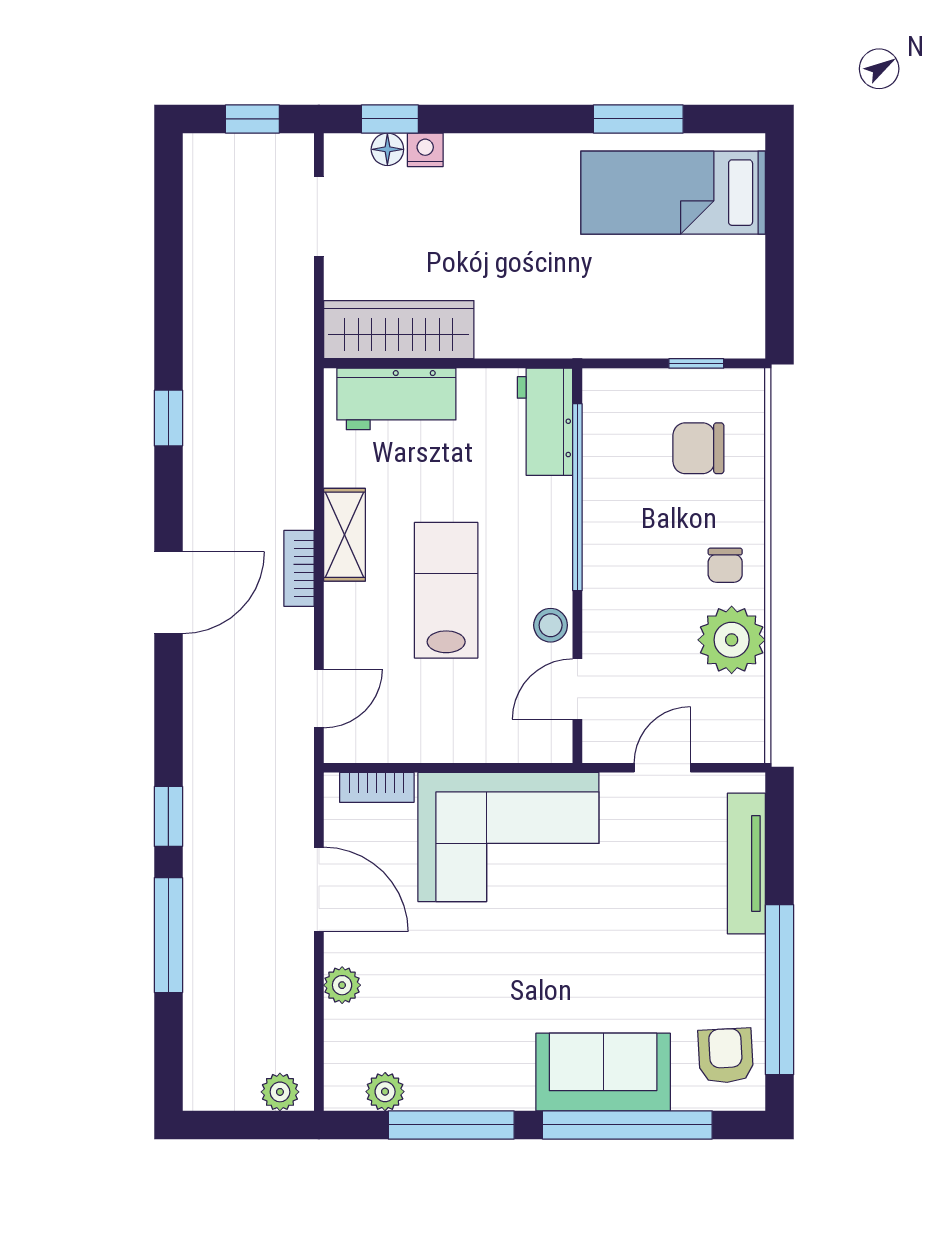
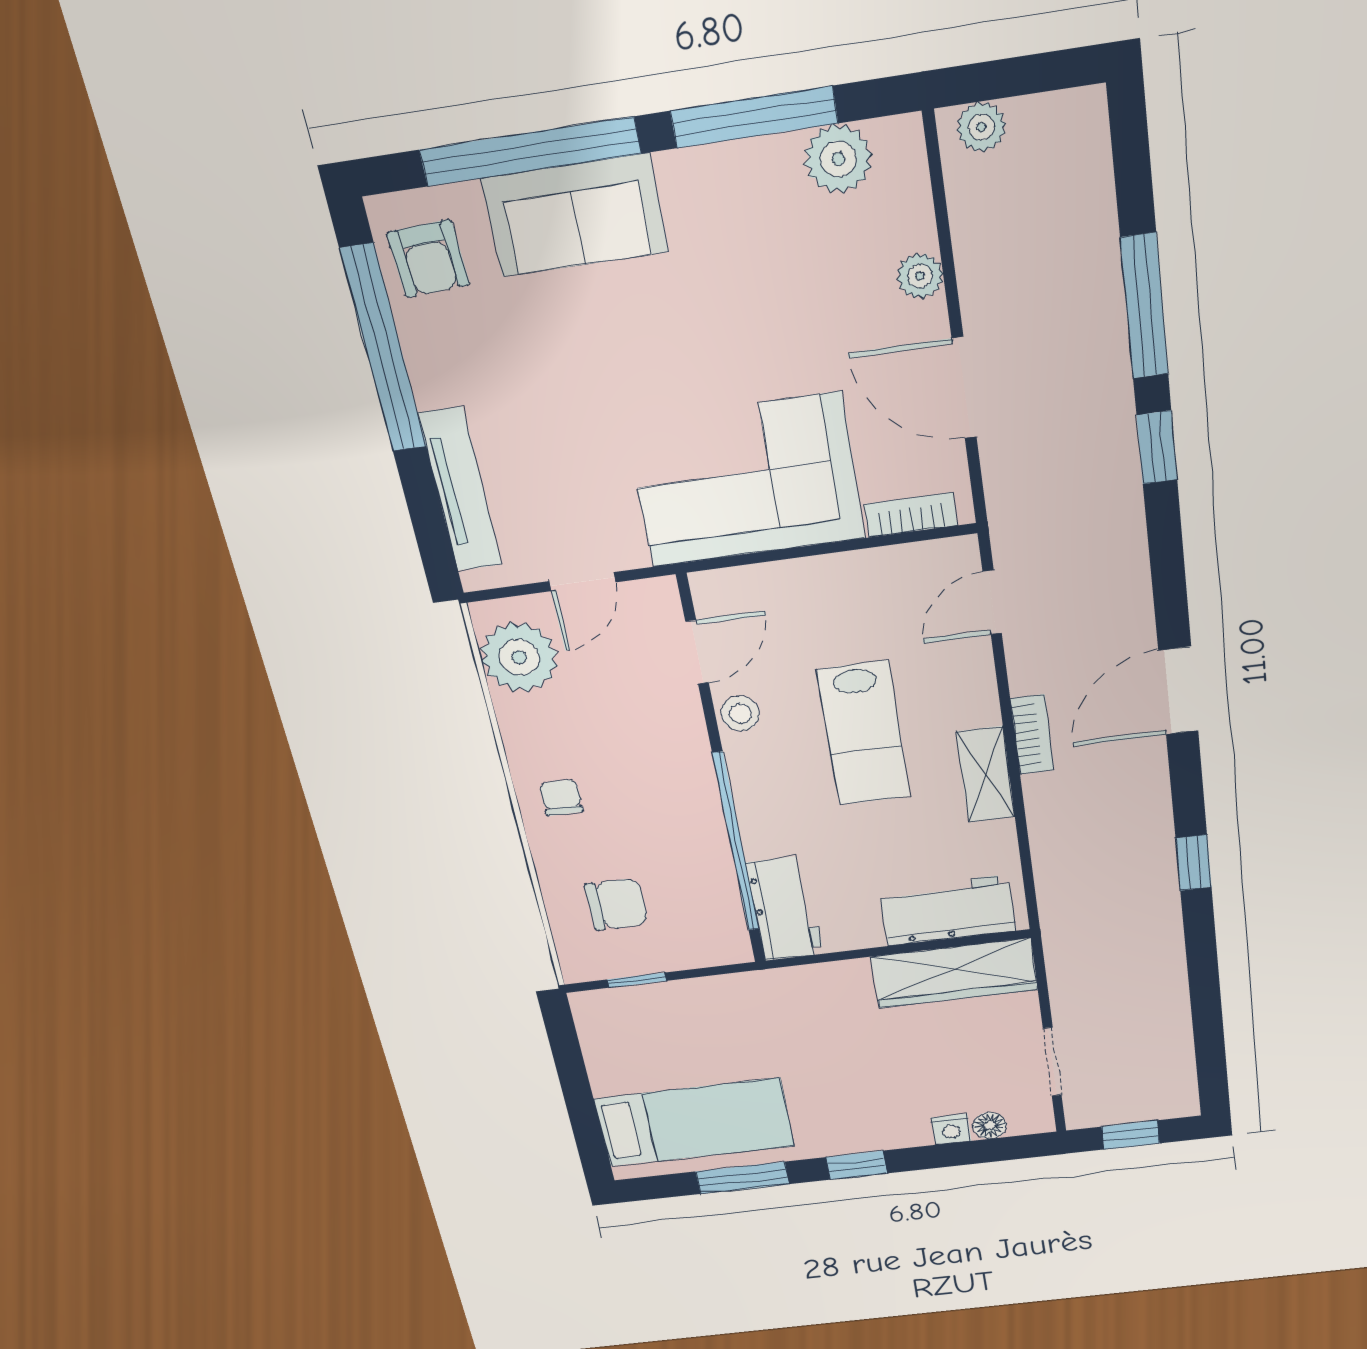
window: (390, 119) -> (857, 1165), moved
plant: (732, 640) -> (519, 657), moved
plant: (385, 1092) -> (838, 159), width x1.38, depth x1.38

